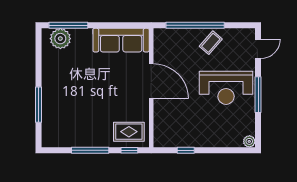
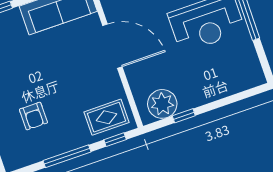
armchair: (76, 112) -> (33, 116), added
plant: (249, 141) -> (162, 104), moved, width x1.87, depth x1.87

